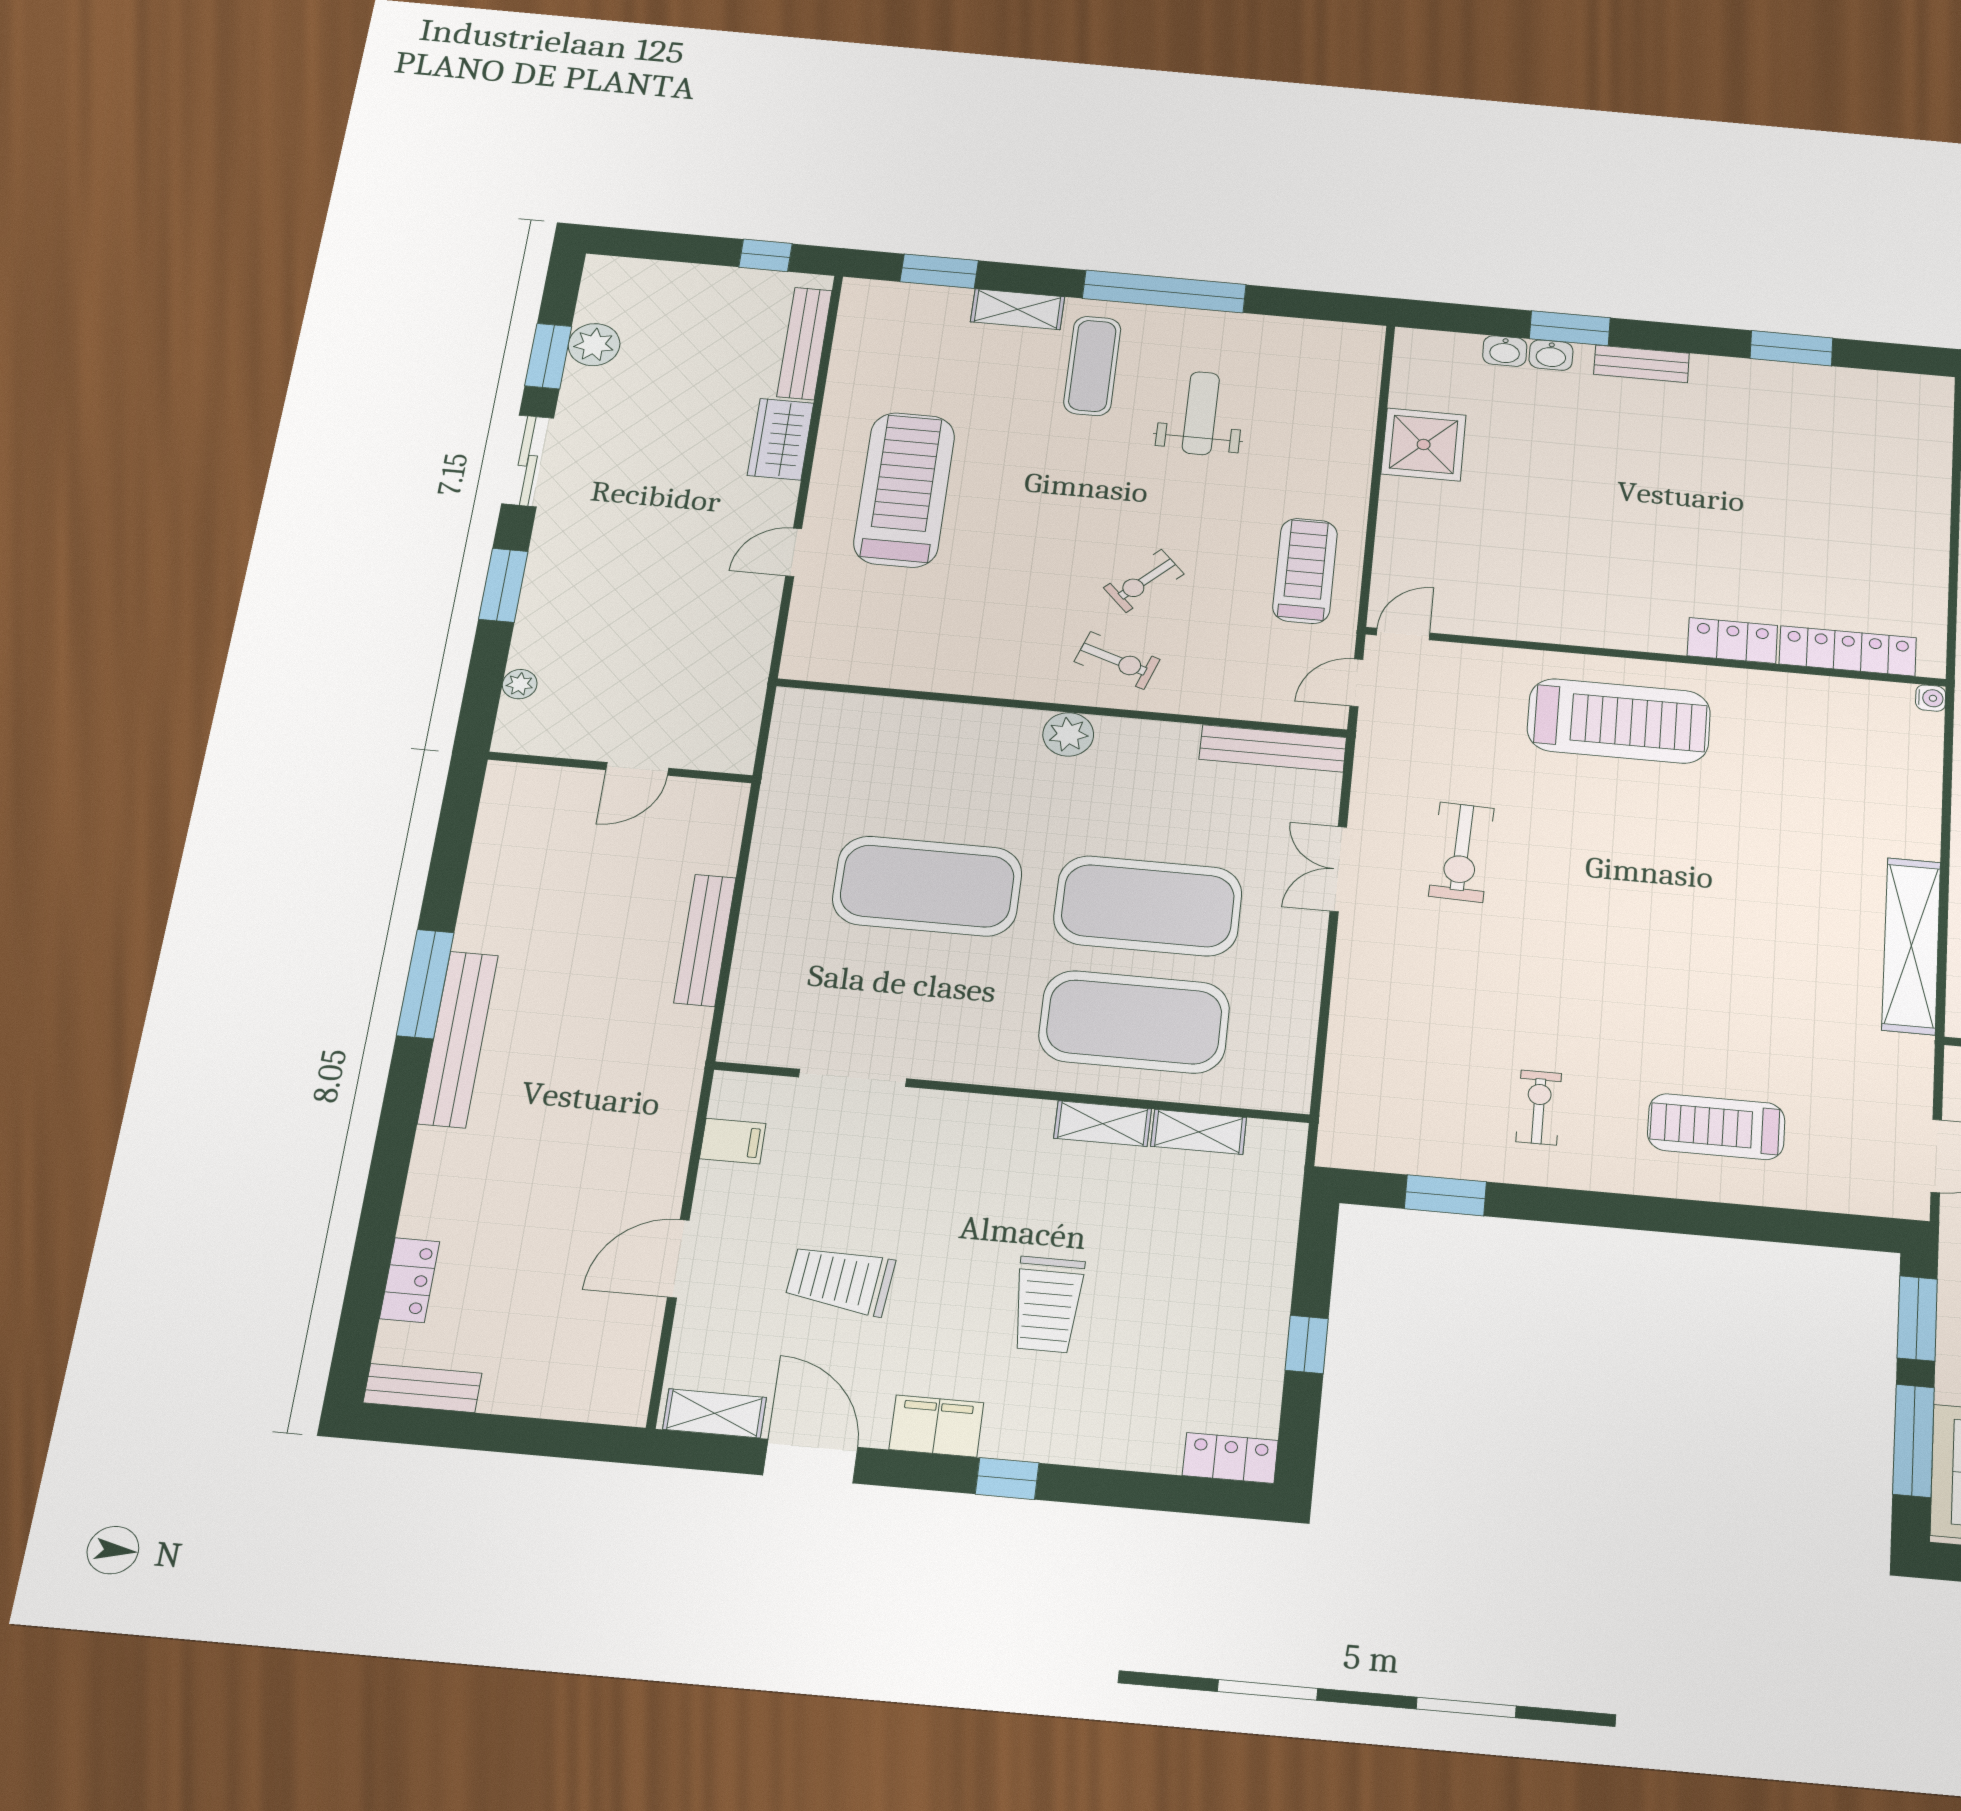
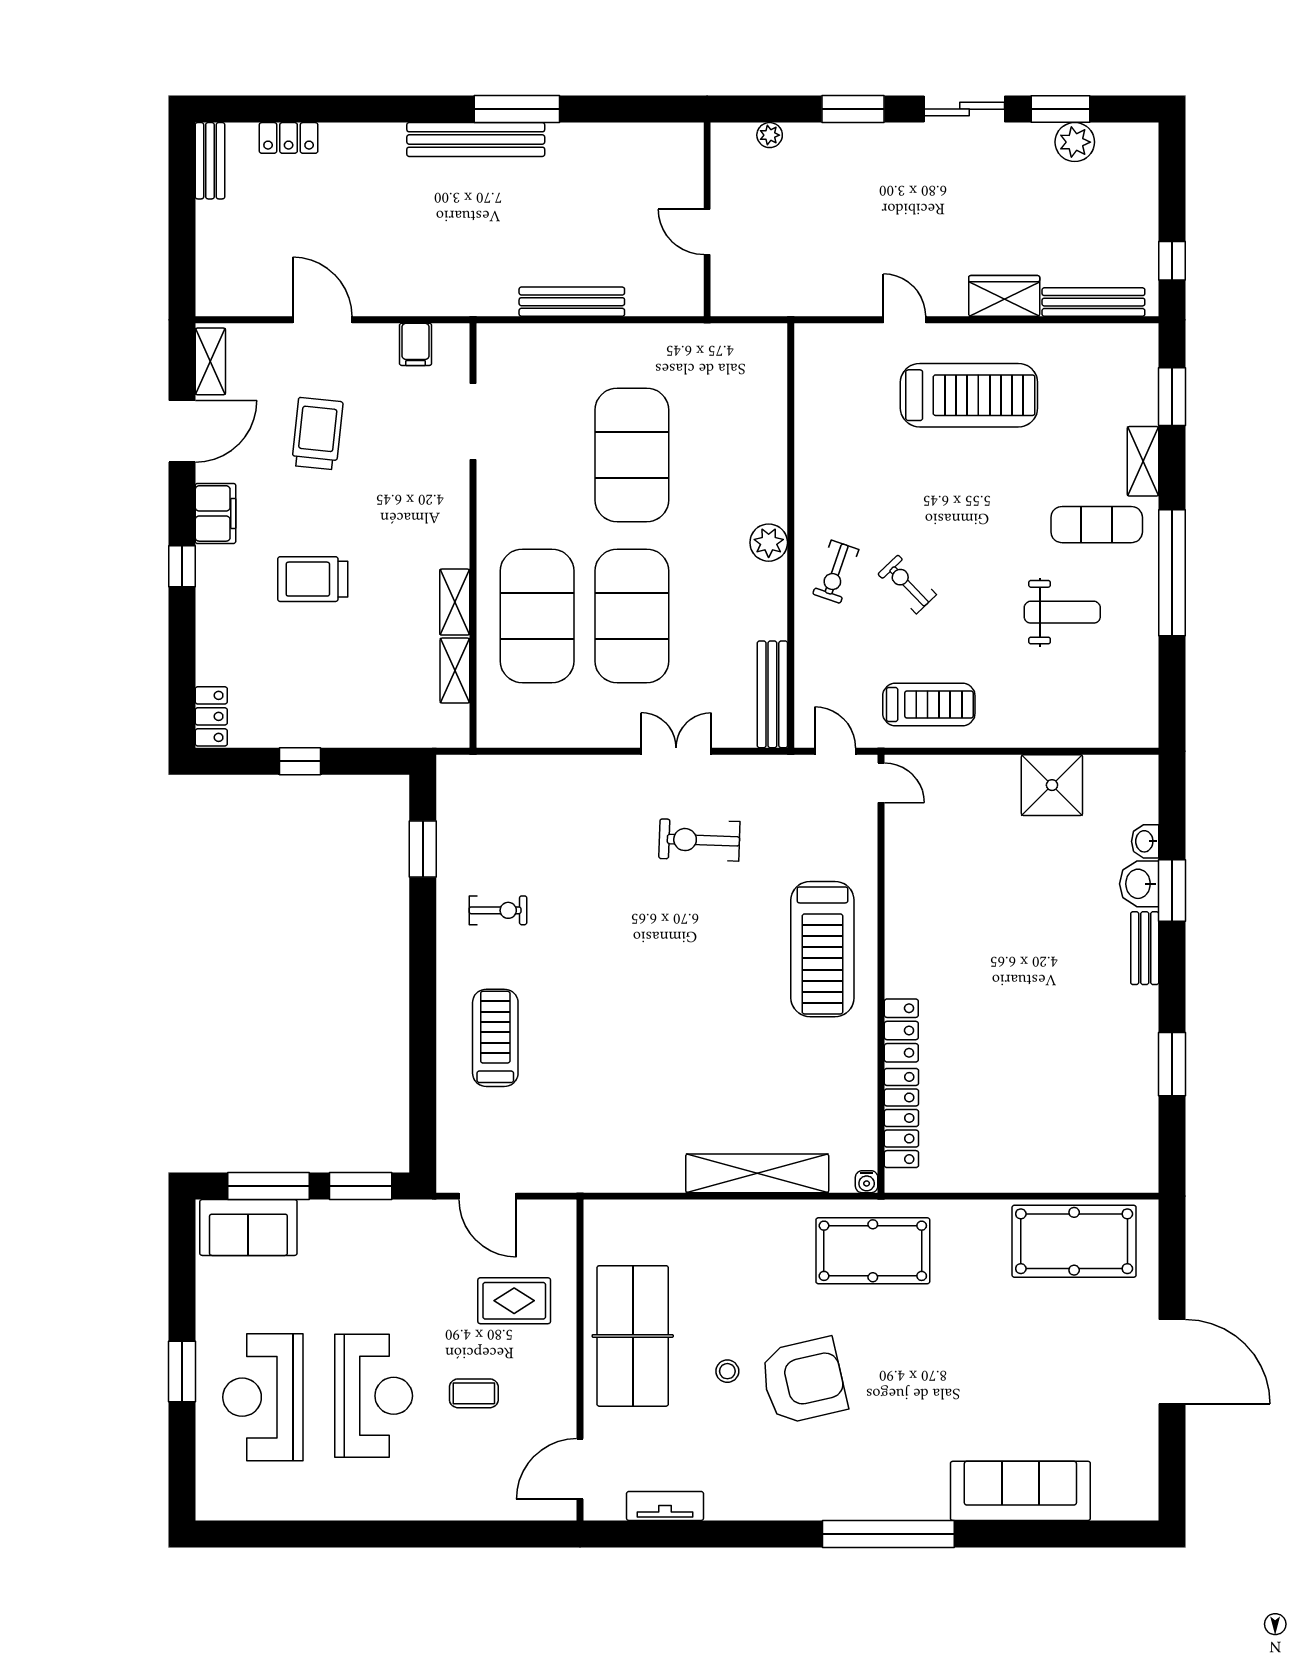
washbasin: (1551, 355) -> (1139, 884), width x1.38, depth x1.45
shelving: (1911, 946) -> (757, 1173), moved

